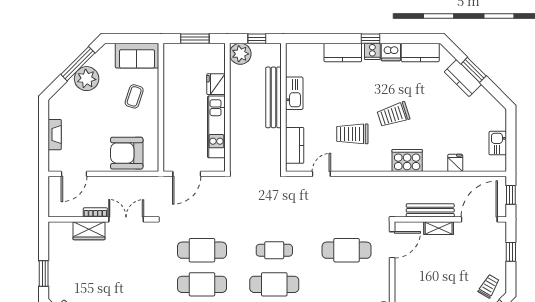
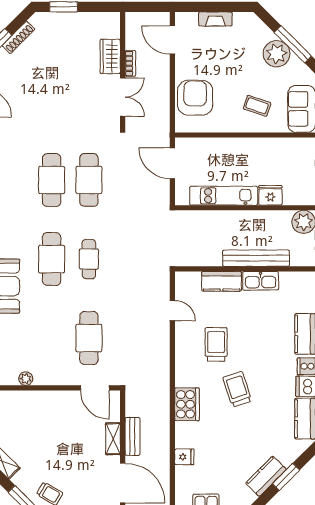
kitchen counter: (463, 78) -> (266, 476), moved
kitchen counter: (295, 145) -> (222, 281), moved
bench: (430, 210) -> (132, 436), width x0.73

